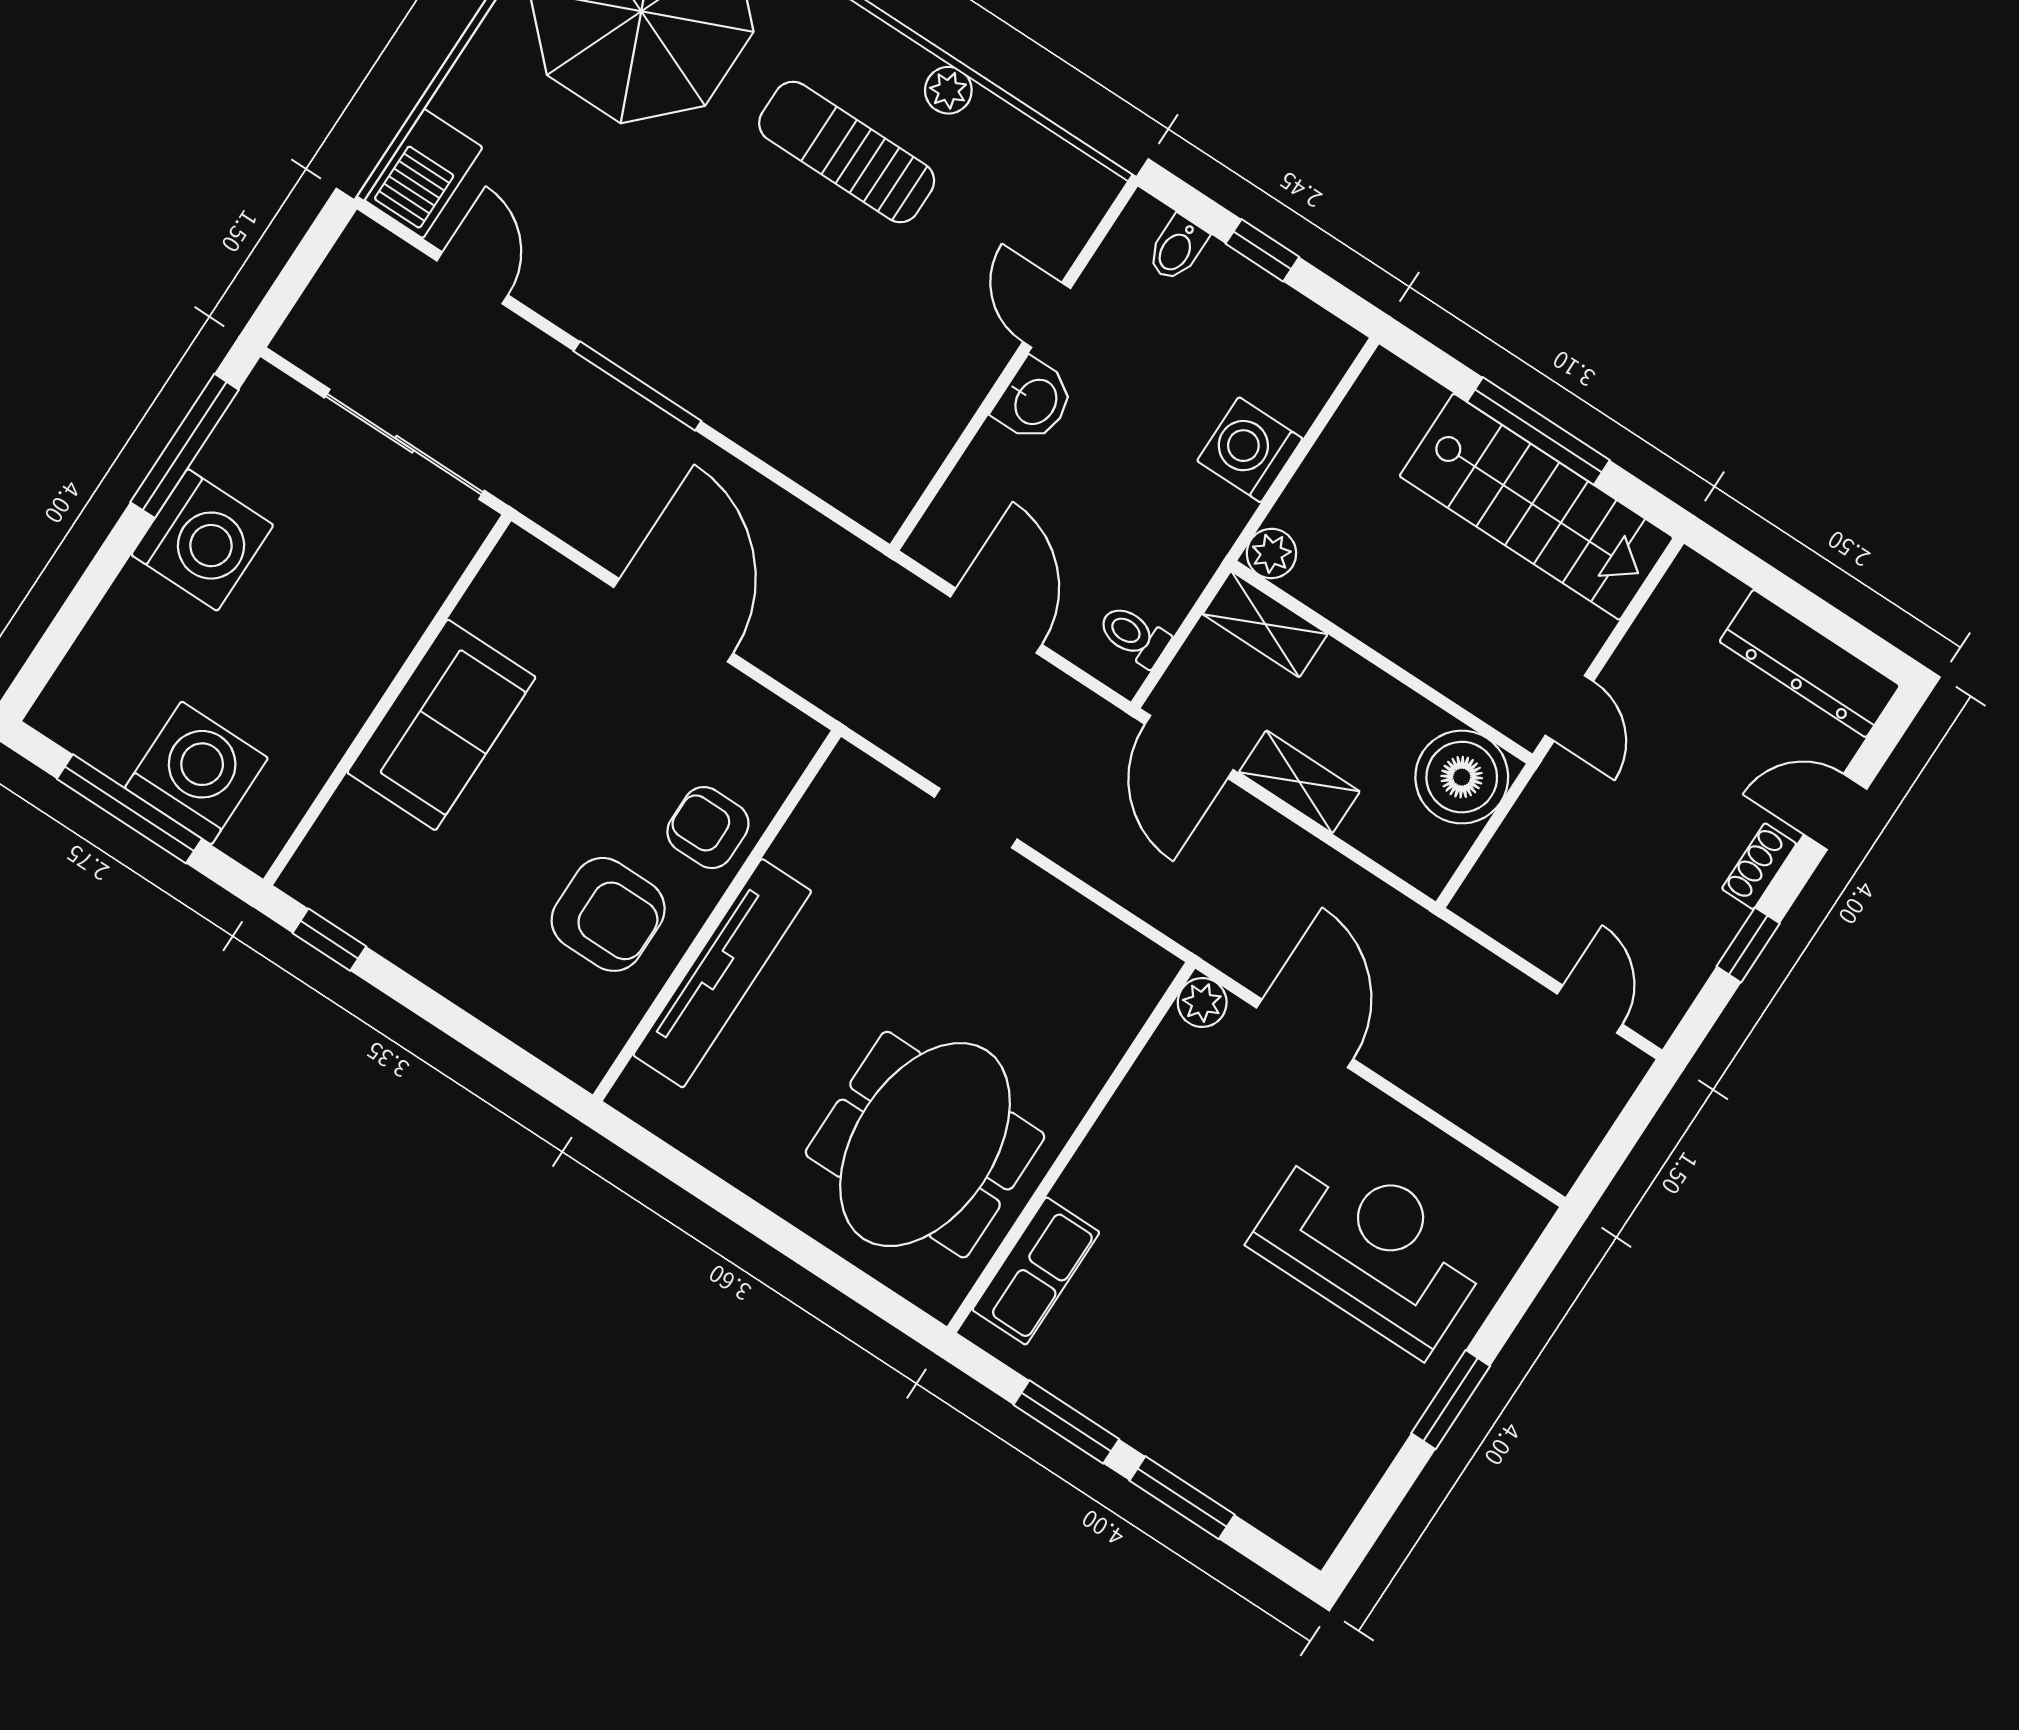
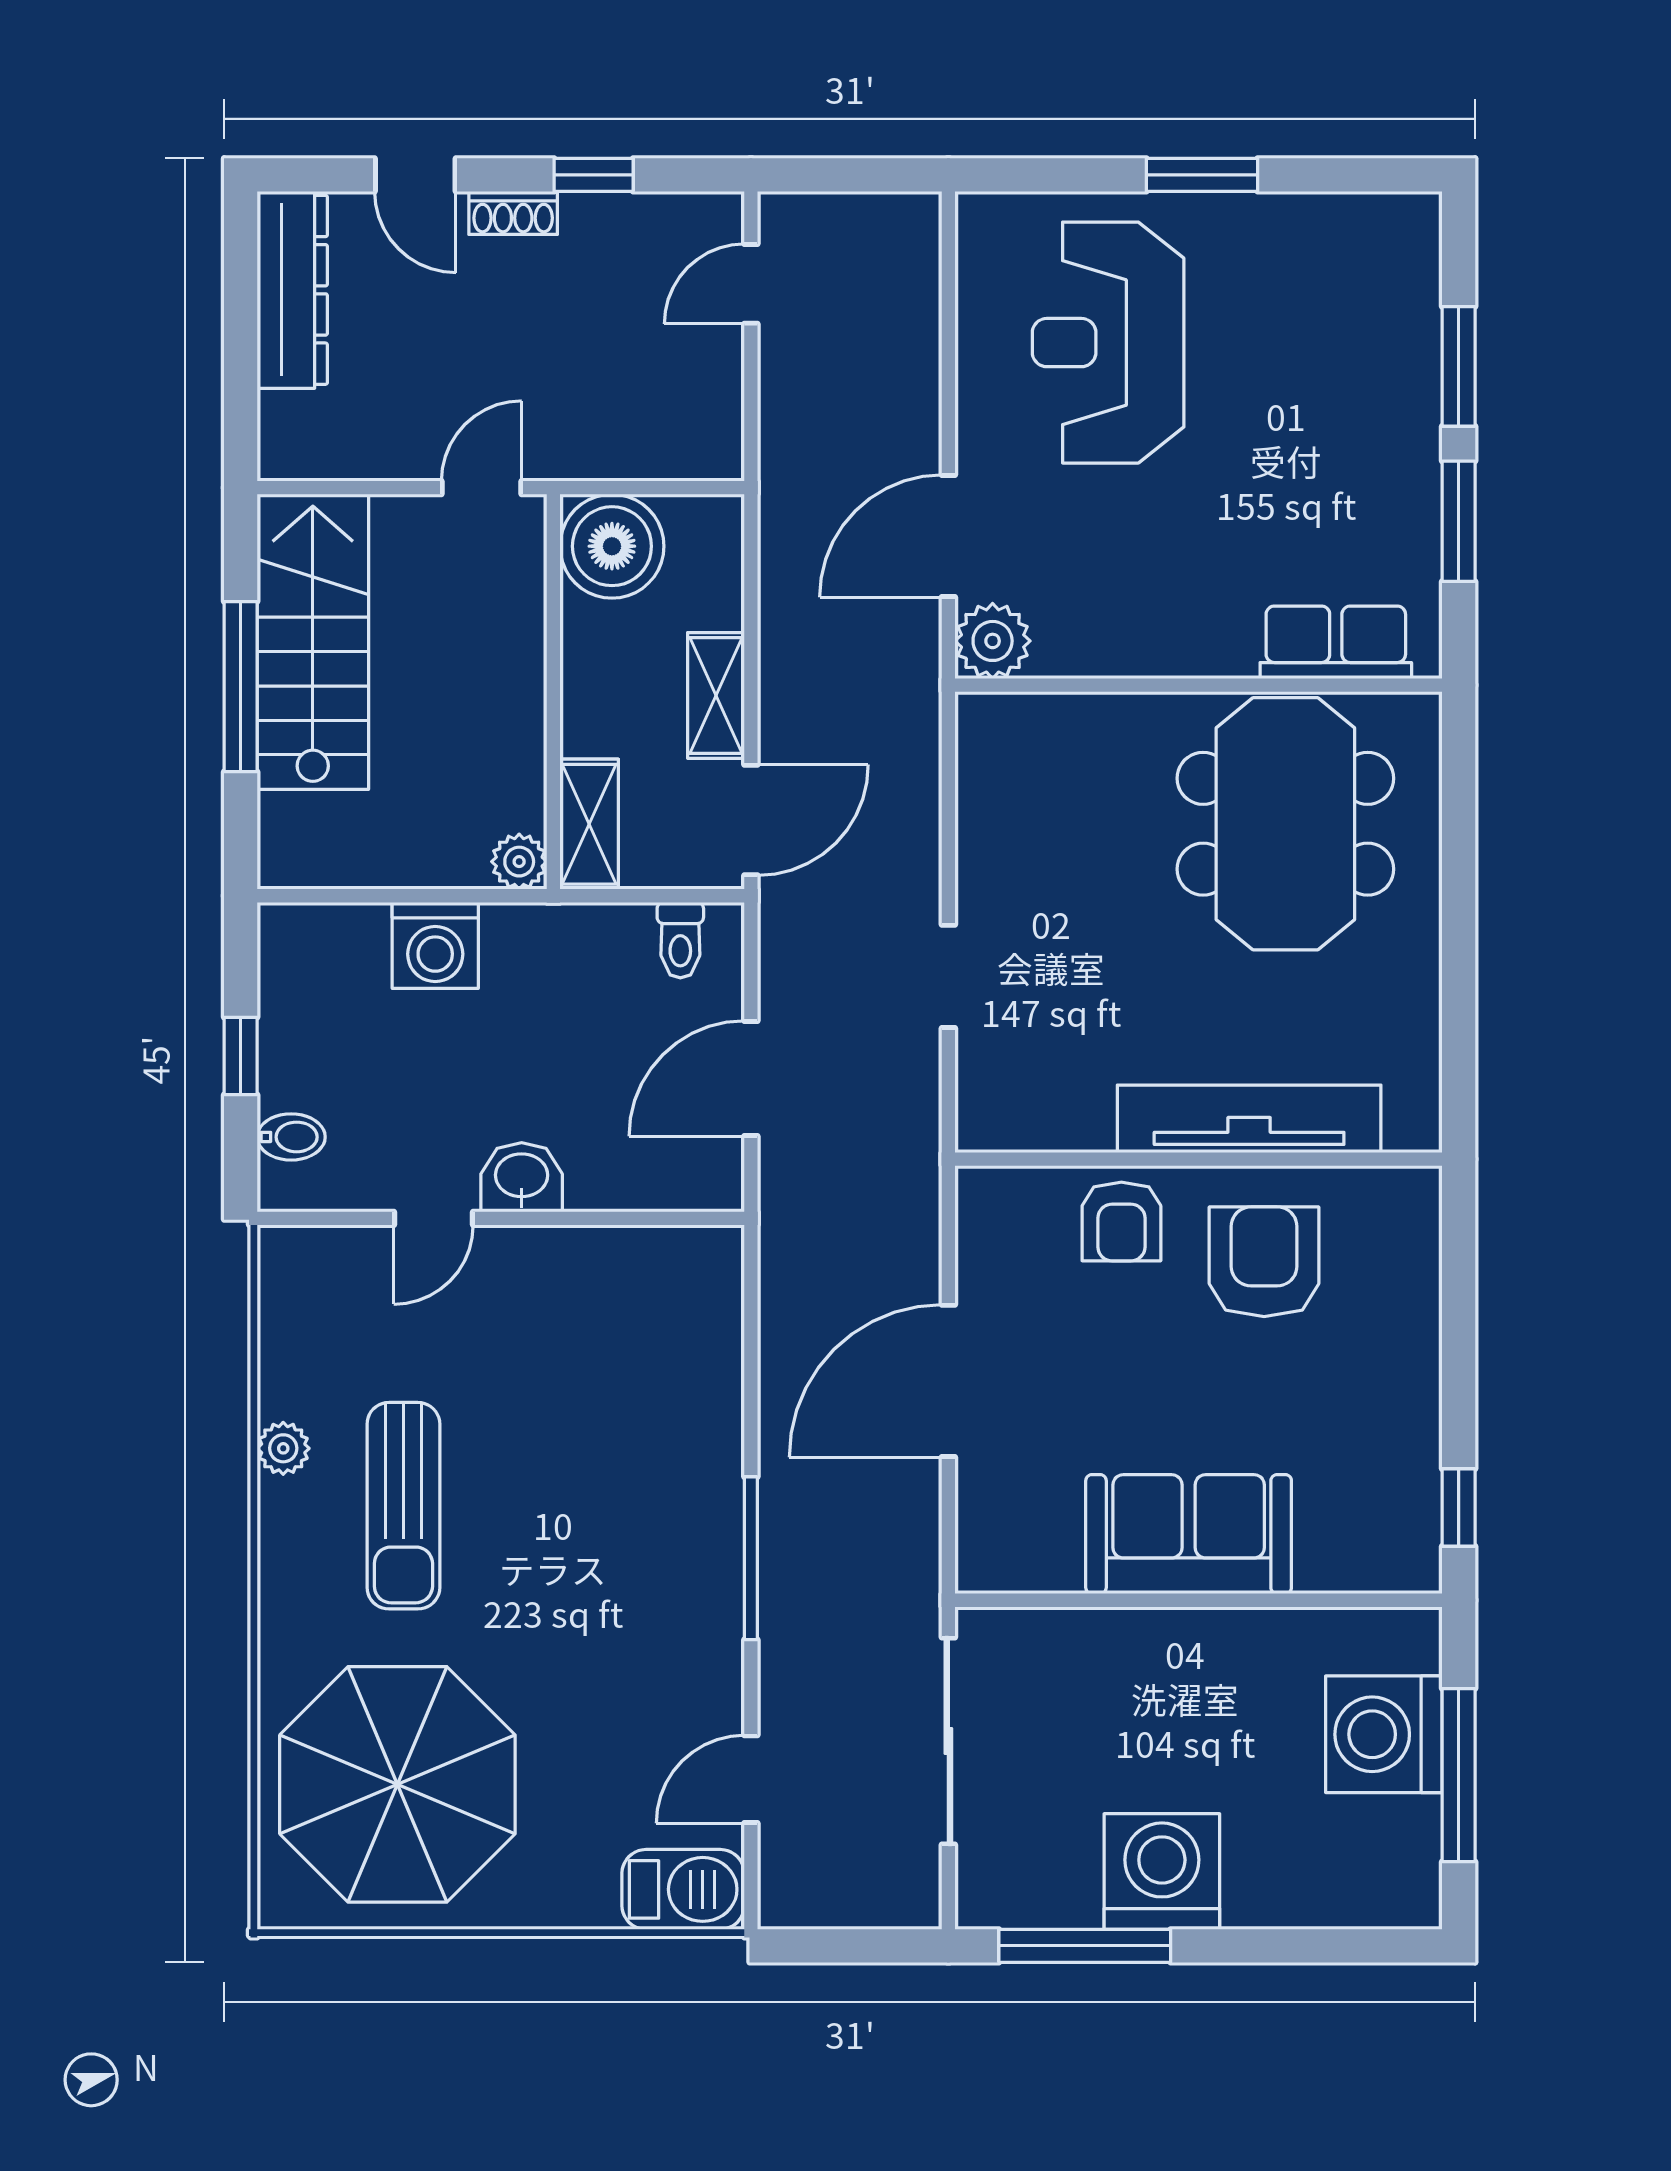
plant: (1202, 1002) -> (993, 641), width x1.38, depth x1.38
meeting table: (925, 1145) -> (1285, 824), turned 90

